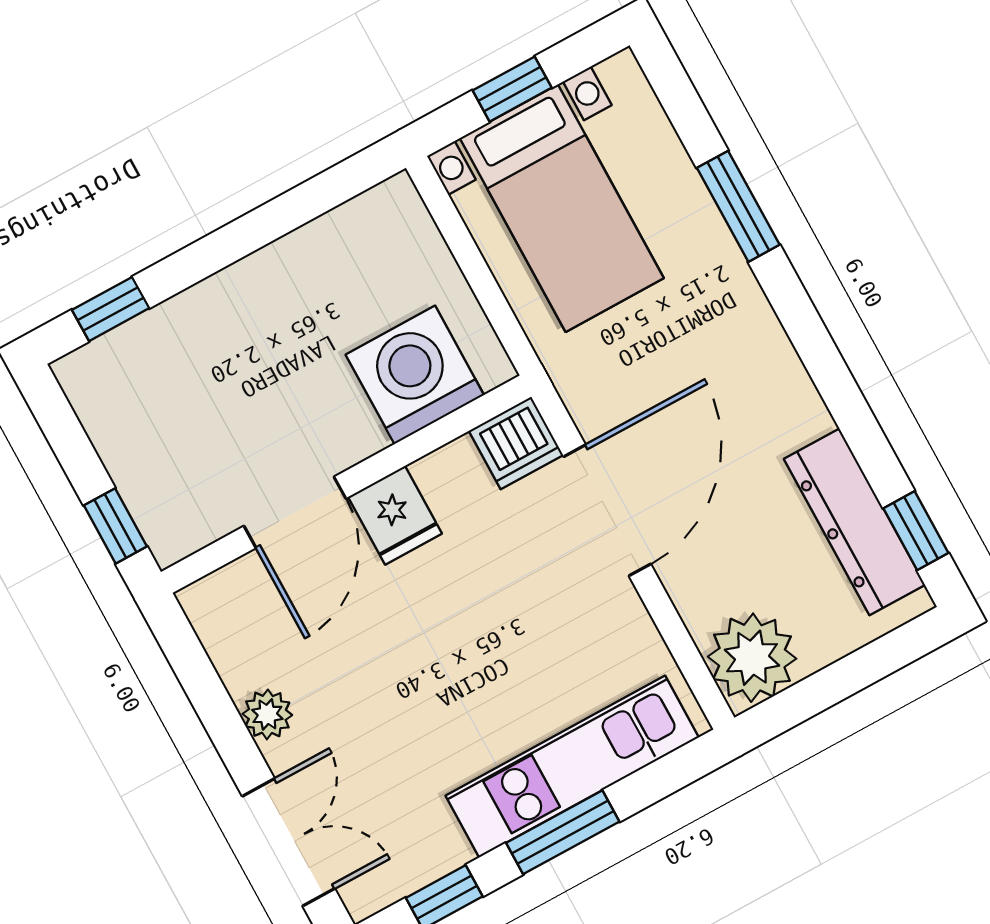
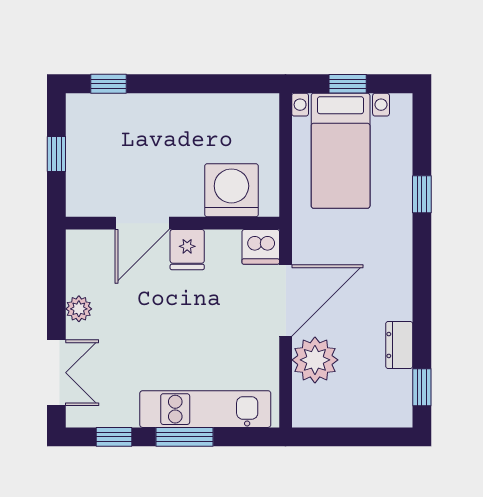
window: (738, 206) -> (422, 194), width x0.67
dresser: (854, 522) -> (399, 345), width x0.51, depth x0.80
window: (115, 526) -> (56, 154), moved
plant: (752, 658) -> (315, 360), moved

